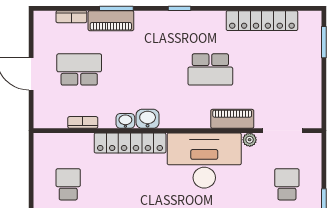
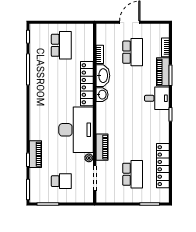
desk: (153, 30) -> (157, 98), added
school desk: (210, 69) -> (133, 174), moved, turned 180
washbasin: (125, 121) -> (103, 76), width x1.91, depth x1.45
school desk: (68, 184) -> (61, 45), width x1.85

